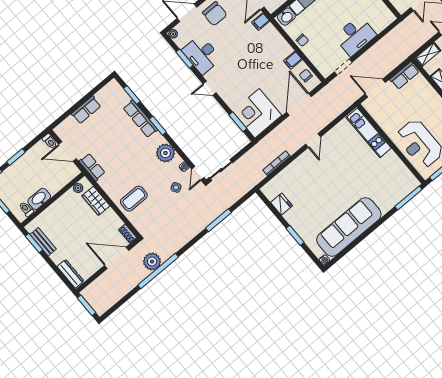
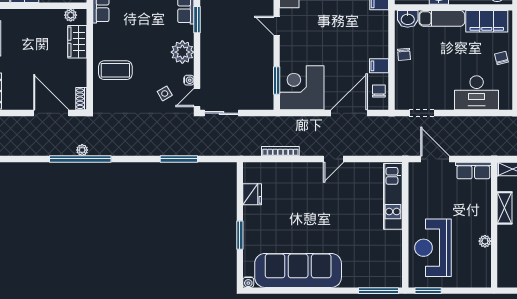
desk: (355, 36) -> (477, 93), moved
plant: (152, 261) -> (82, 150), width x0.53, depth x0.53

